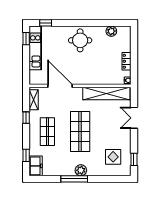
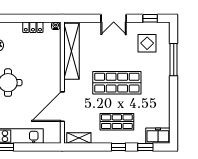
window: (26, 118) -> (118, 147), moved
double door: (134, 118) -> (114, 18), moved
plant: (81, 170) -> (163, 82), removed
window: (74, 179) -> (174, 60), moved

